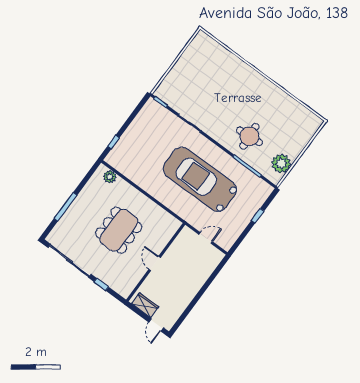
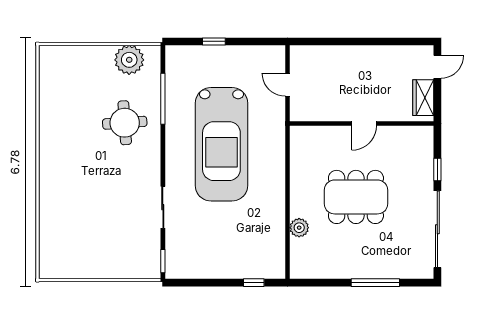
plant: (110, 177) -> (299, 228), moved

